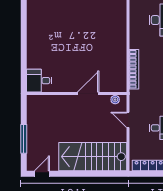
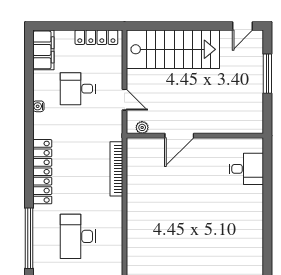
desk: (39, 81) -> (246, 169), moved

